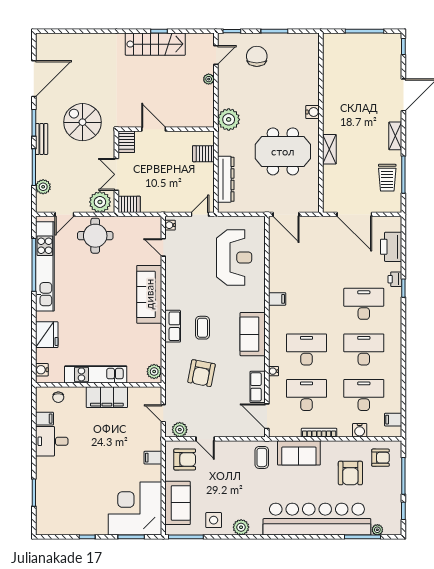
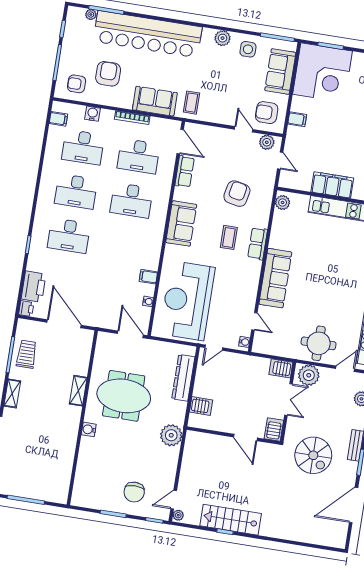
plant: (209, 79) -> (178, 515), moved
reception desk: (234, 257) -> (187, 301), width x1.36, depth x1.30
printer: (395, 279) -> (26, 309), moved
filing cabinet: (277, 299) -> (148, 277), moved
water cooler: (274, 371) -> (148, 301), moved

